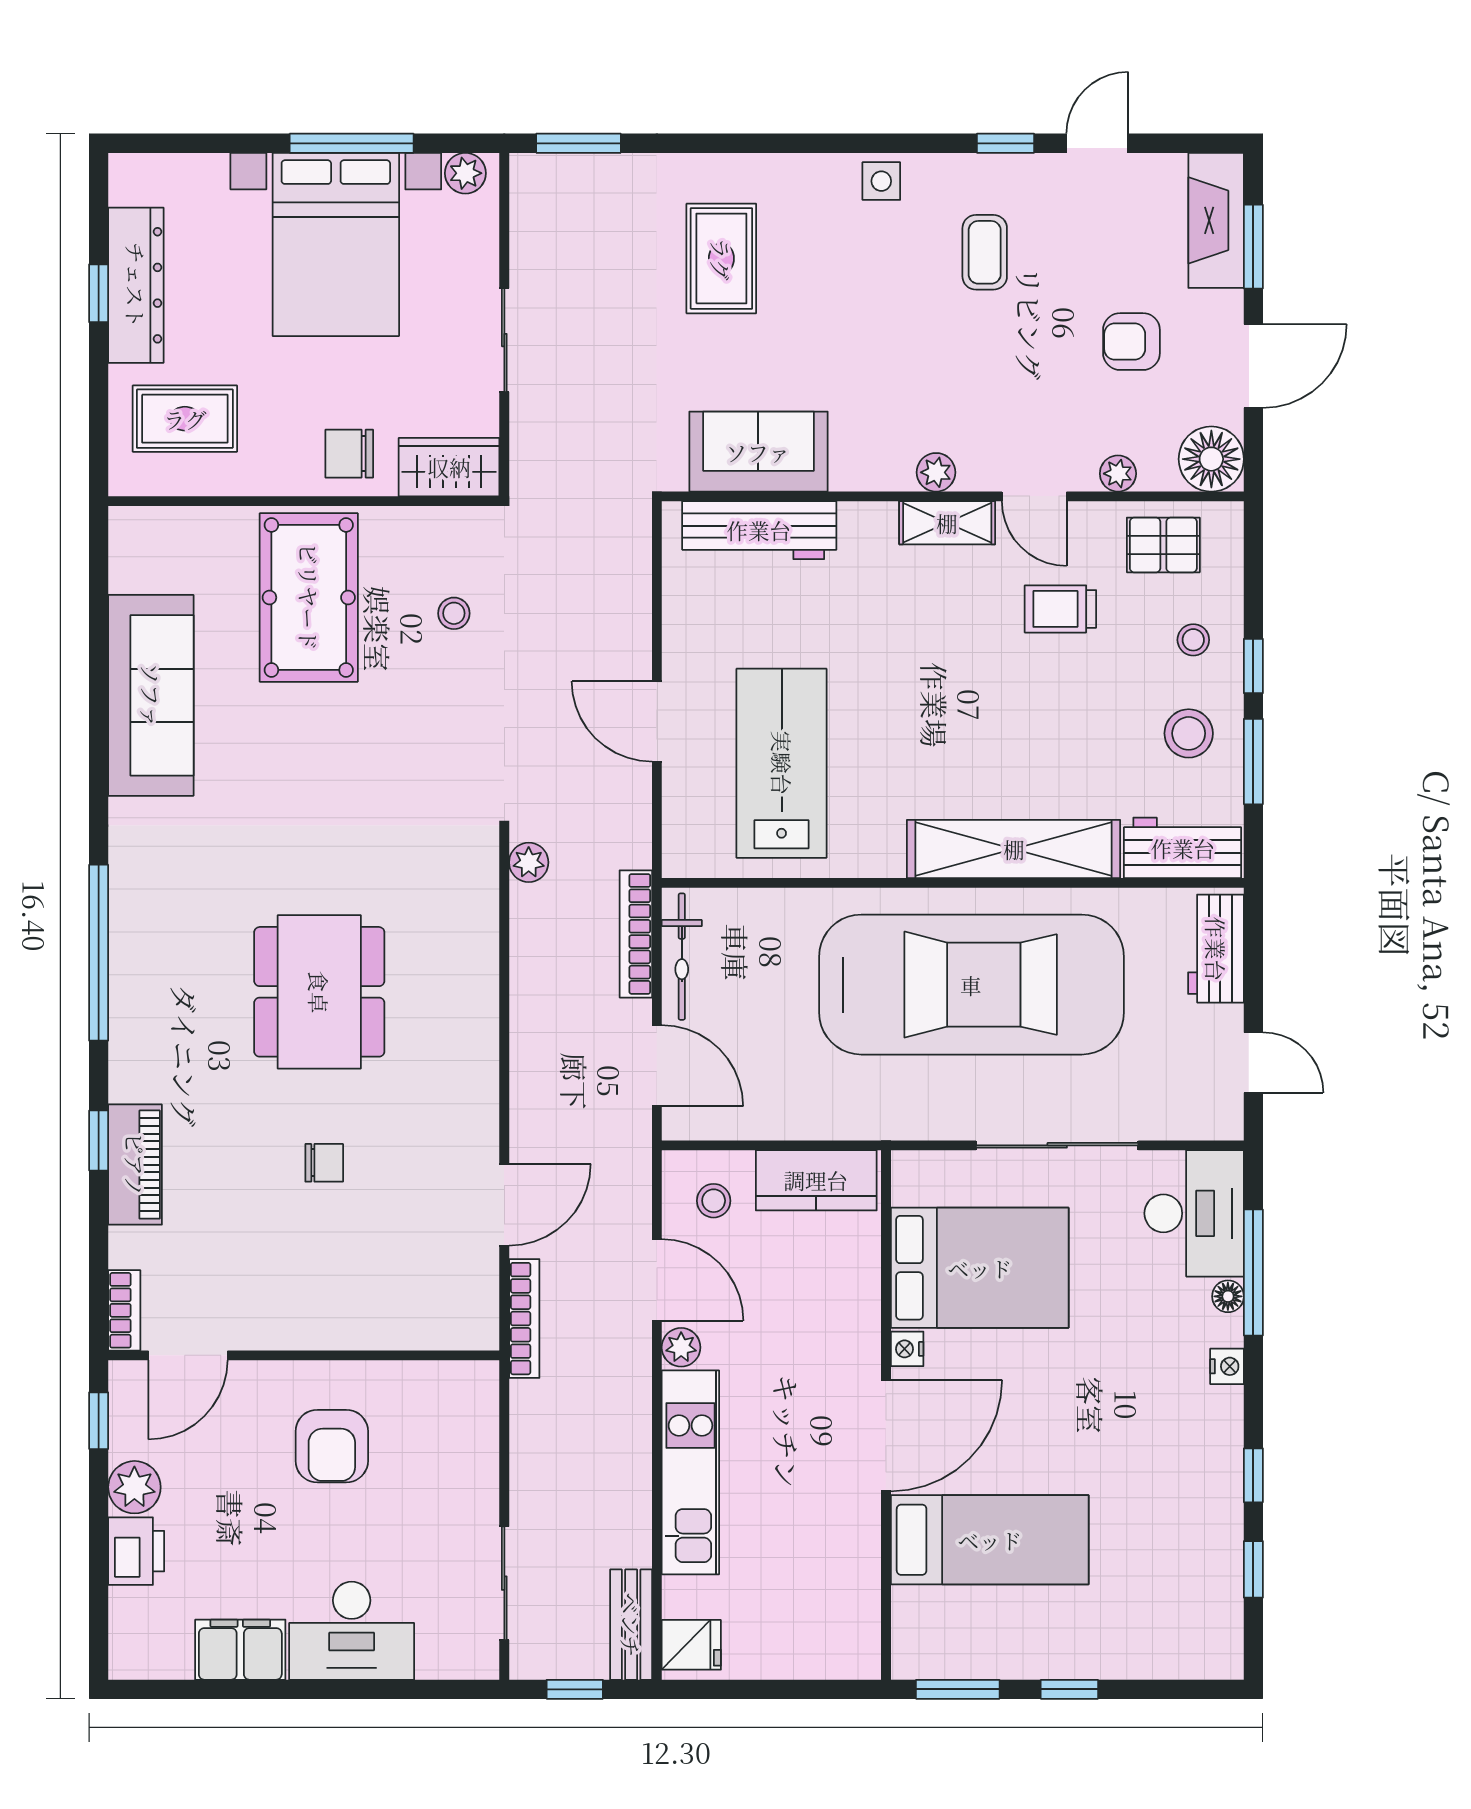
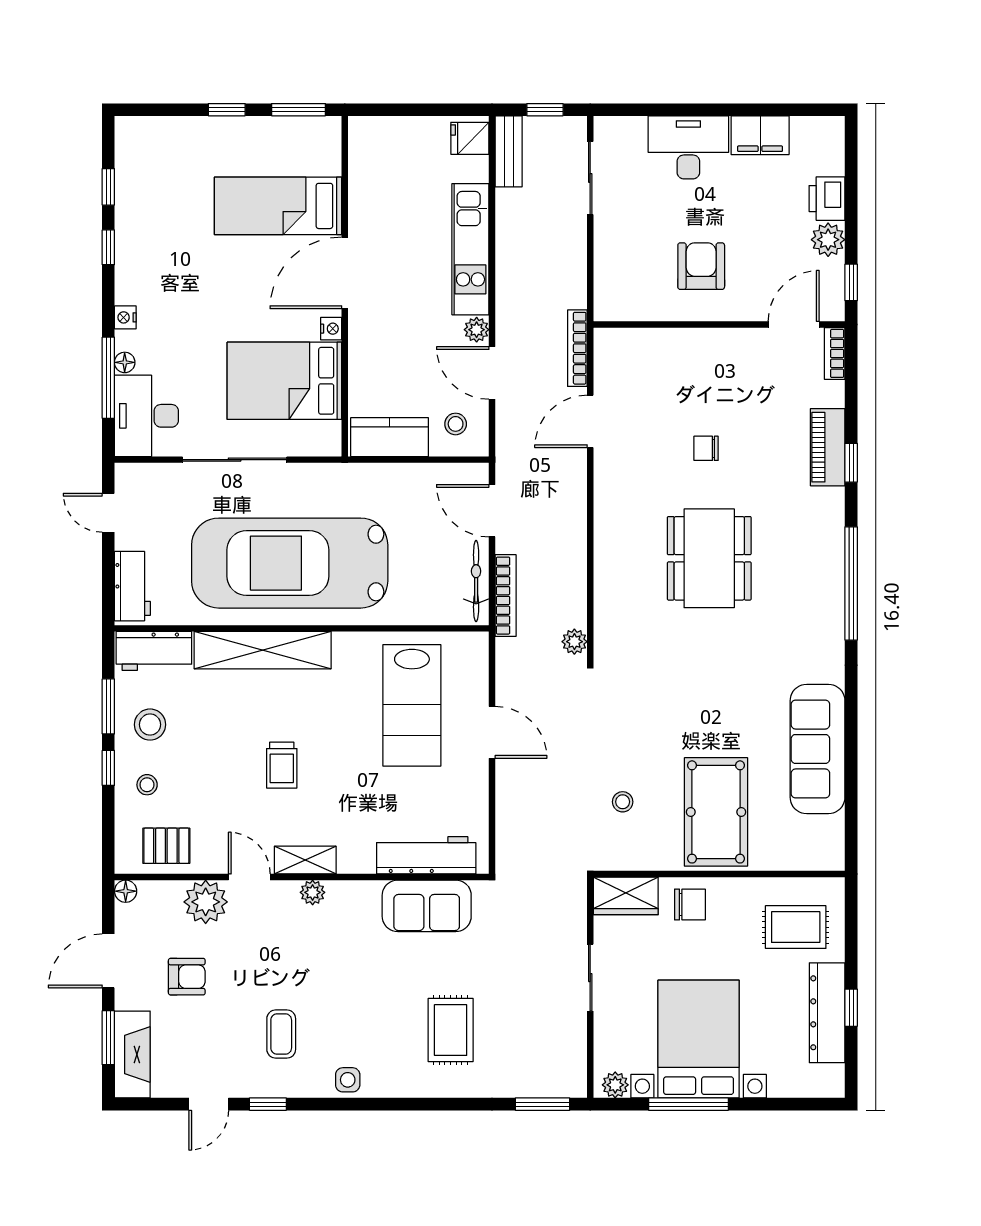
floor lamp: (1211, 459) -> (126, 891), width x0.53, depth x0.53
plant: (1118, 474) -> (206, 902), width x1.88, depth x1.88
trolley: (1060, 609) -> (282, 765), moved, turned 90

